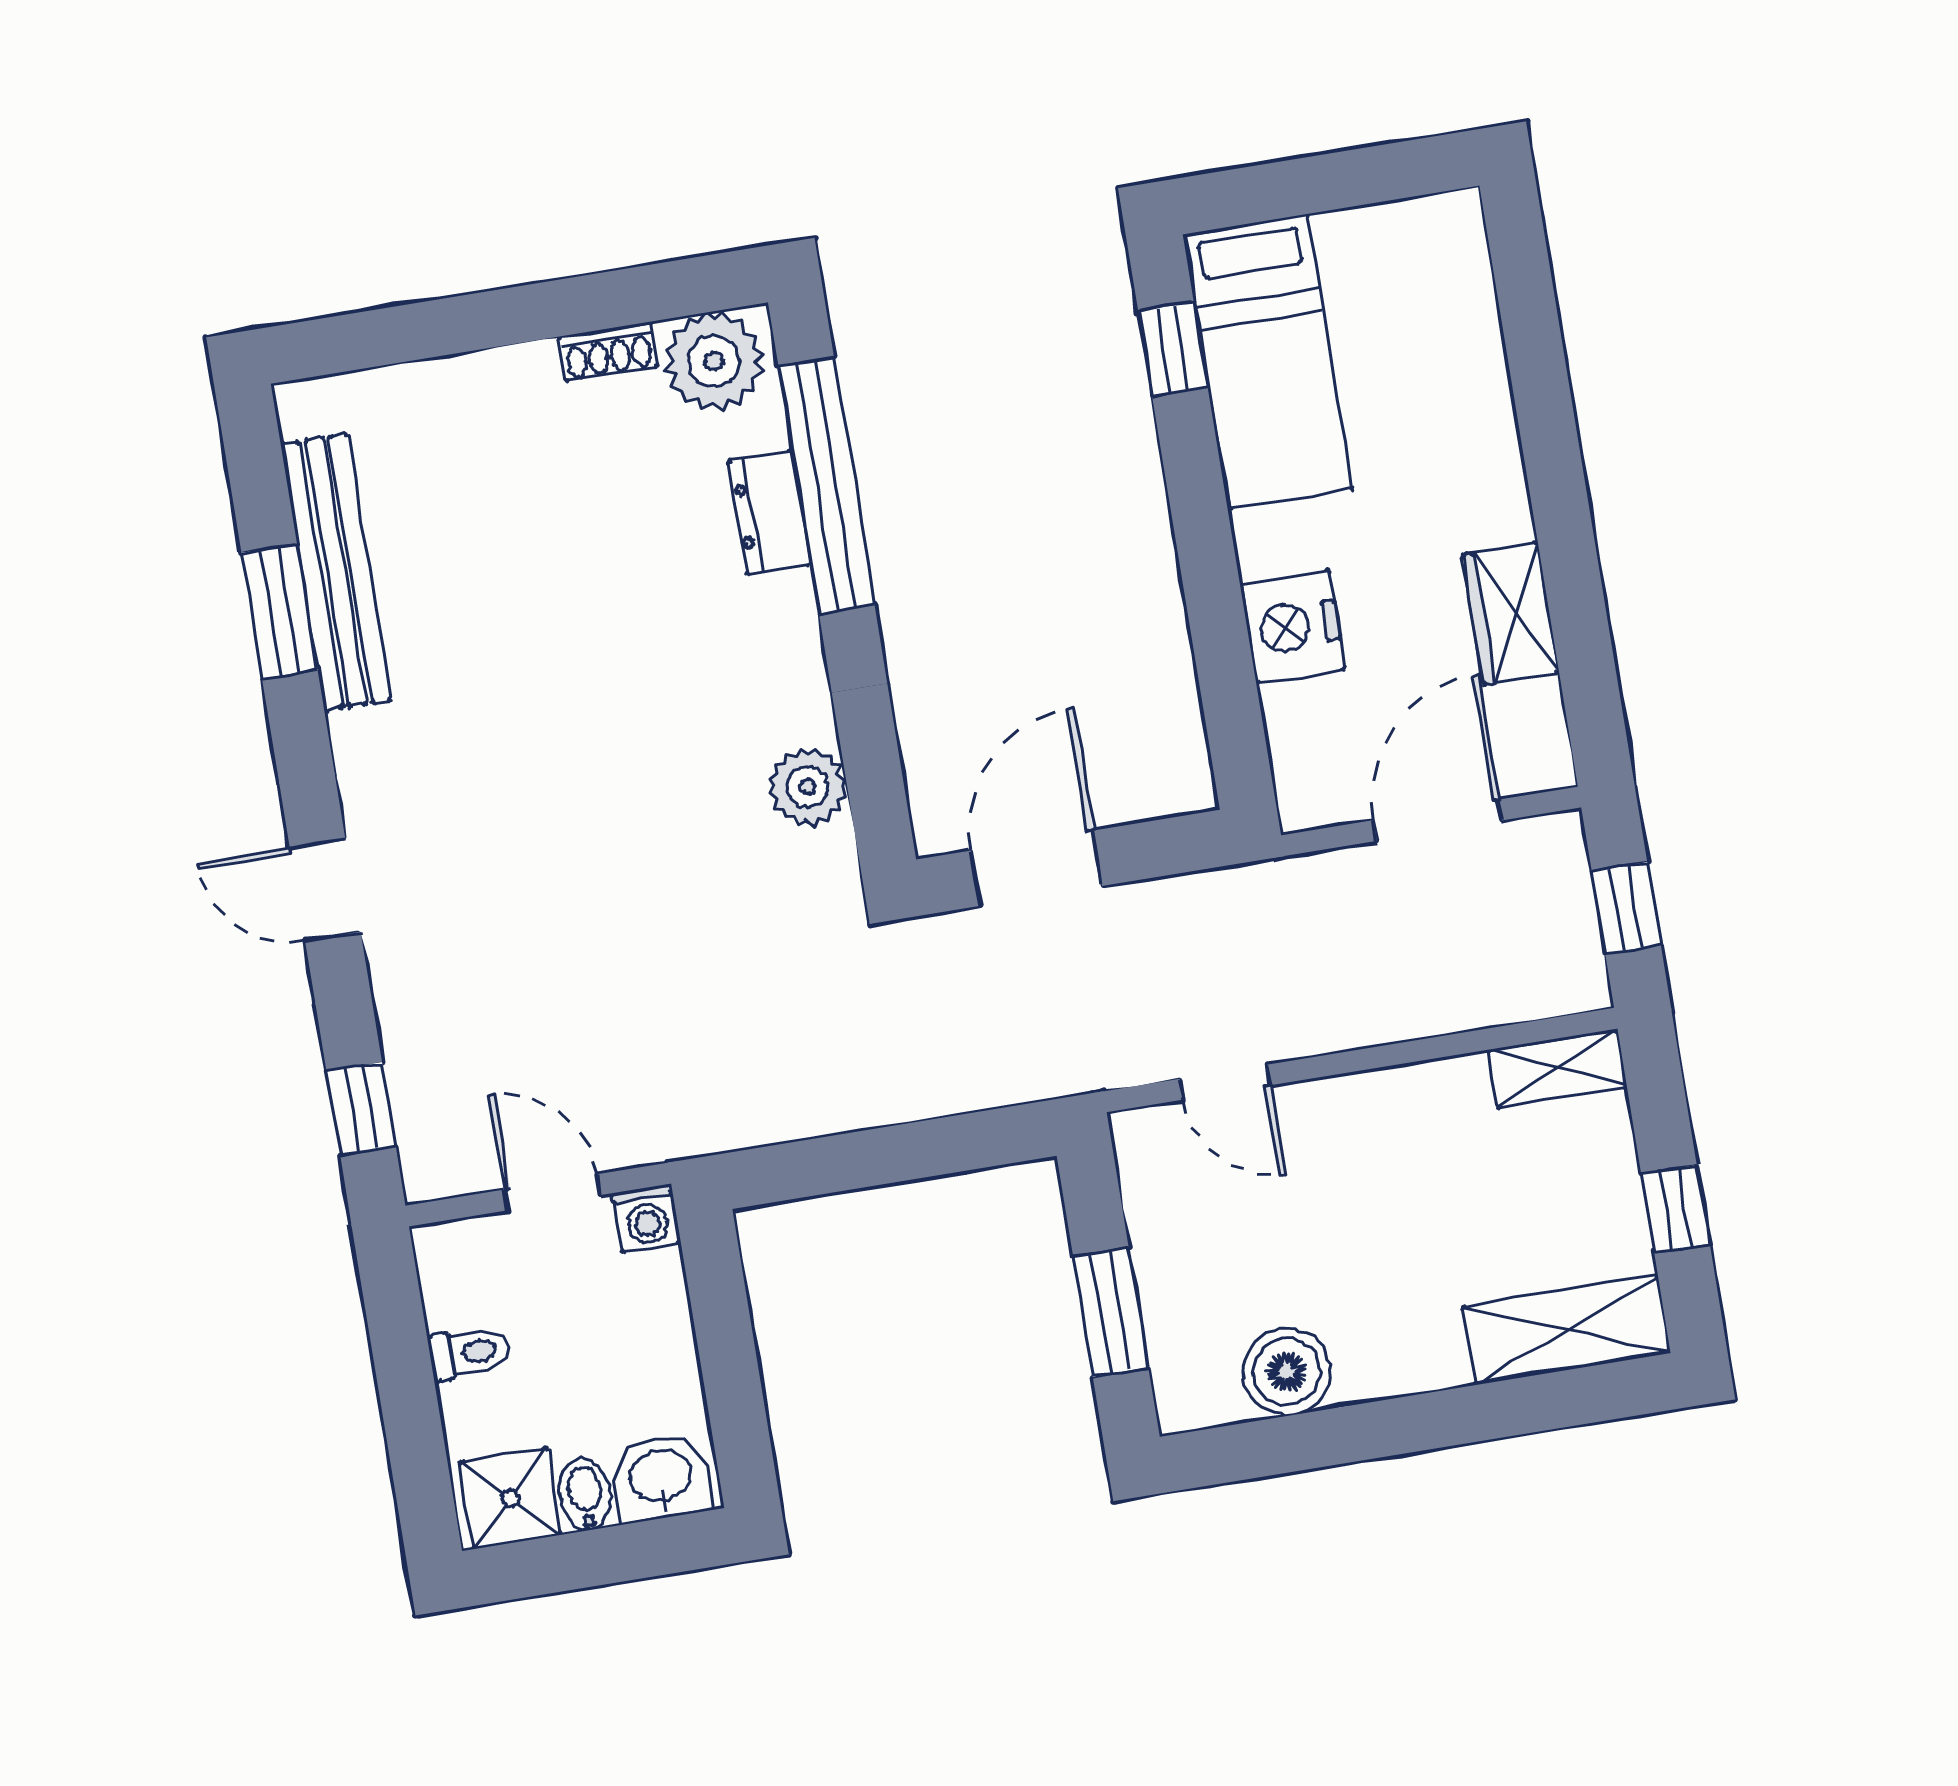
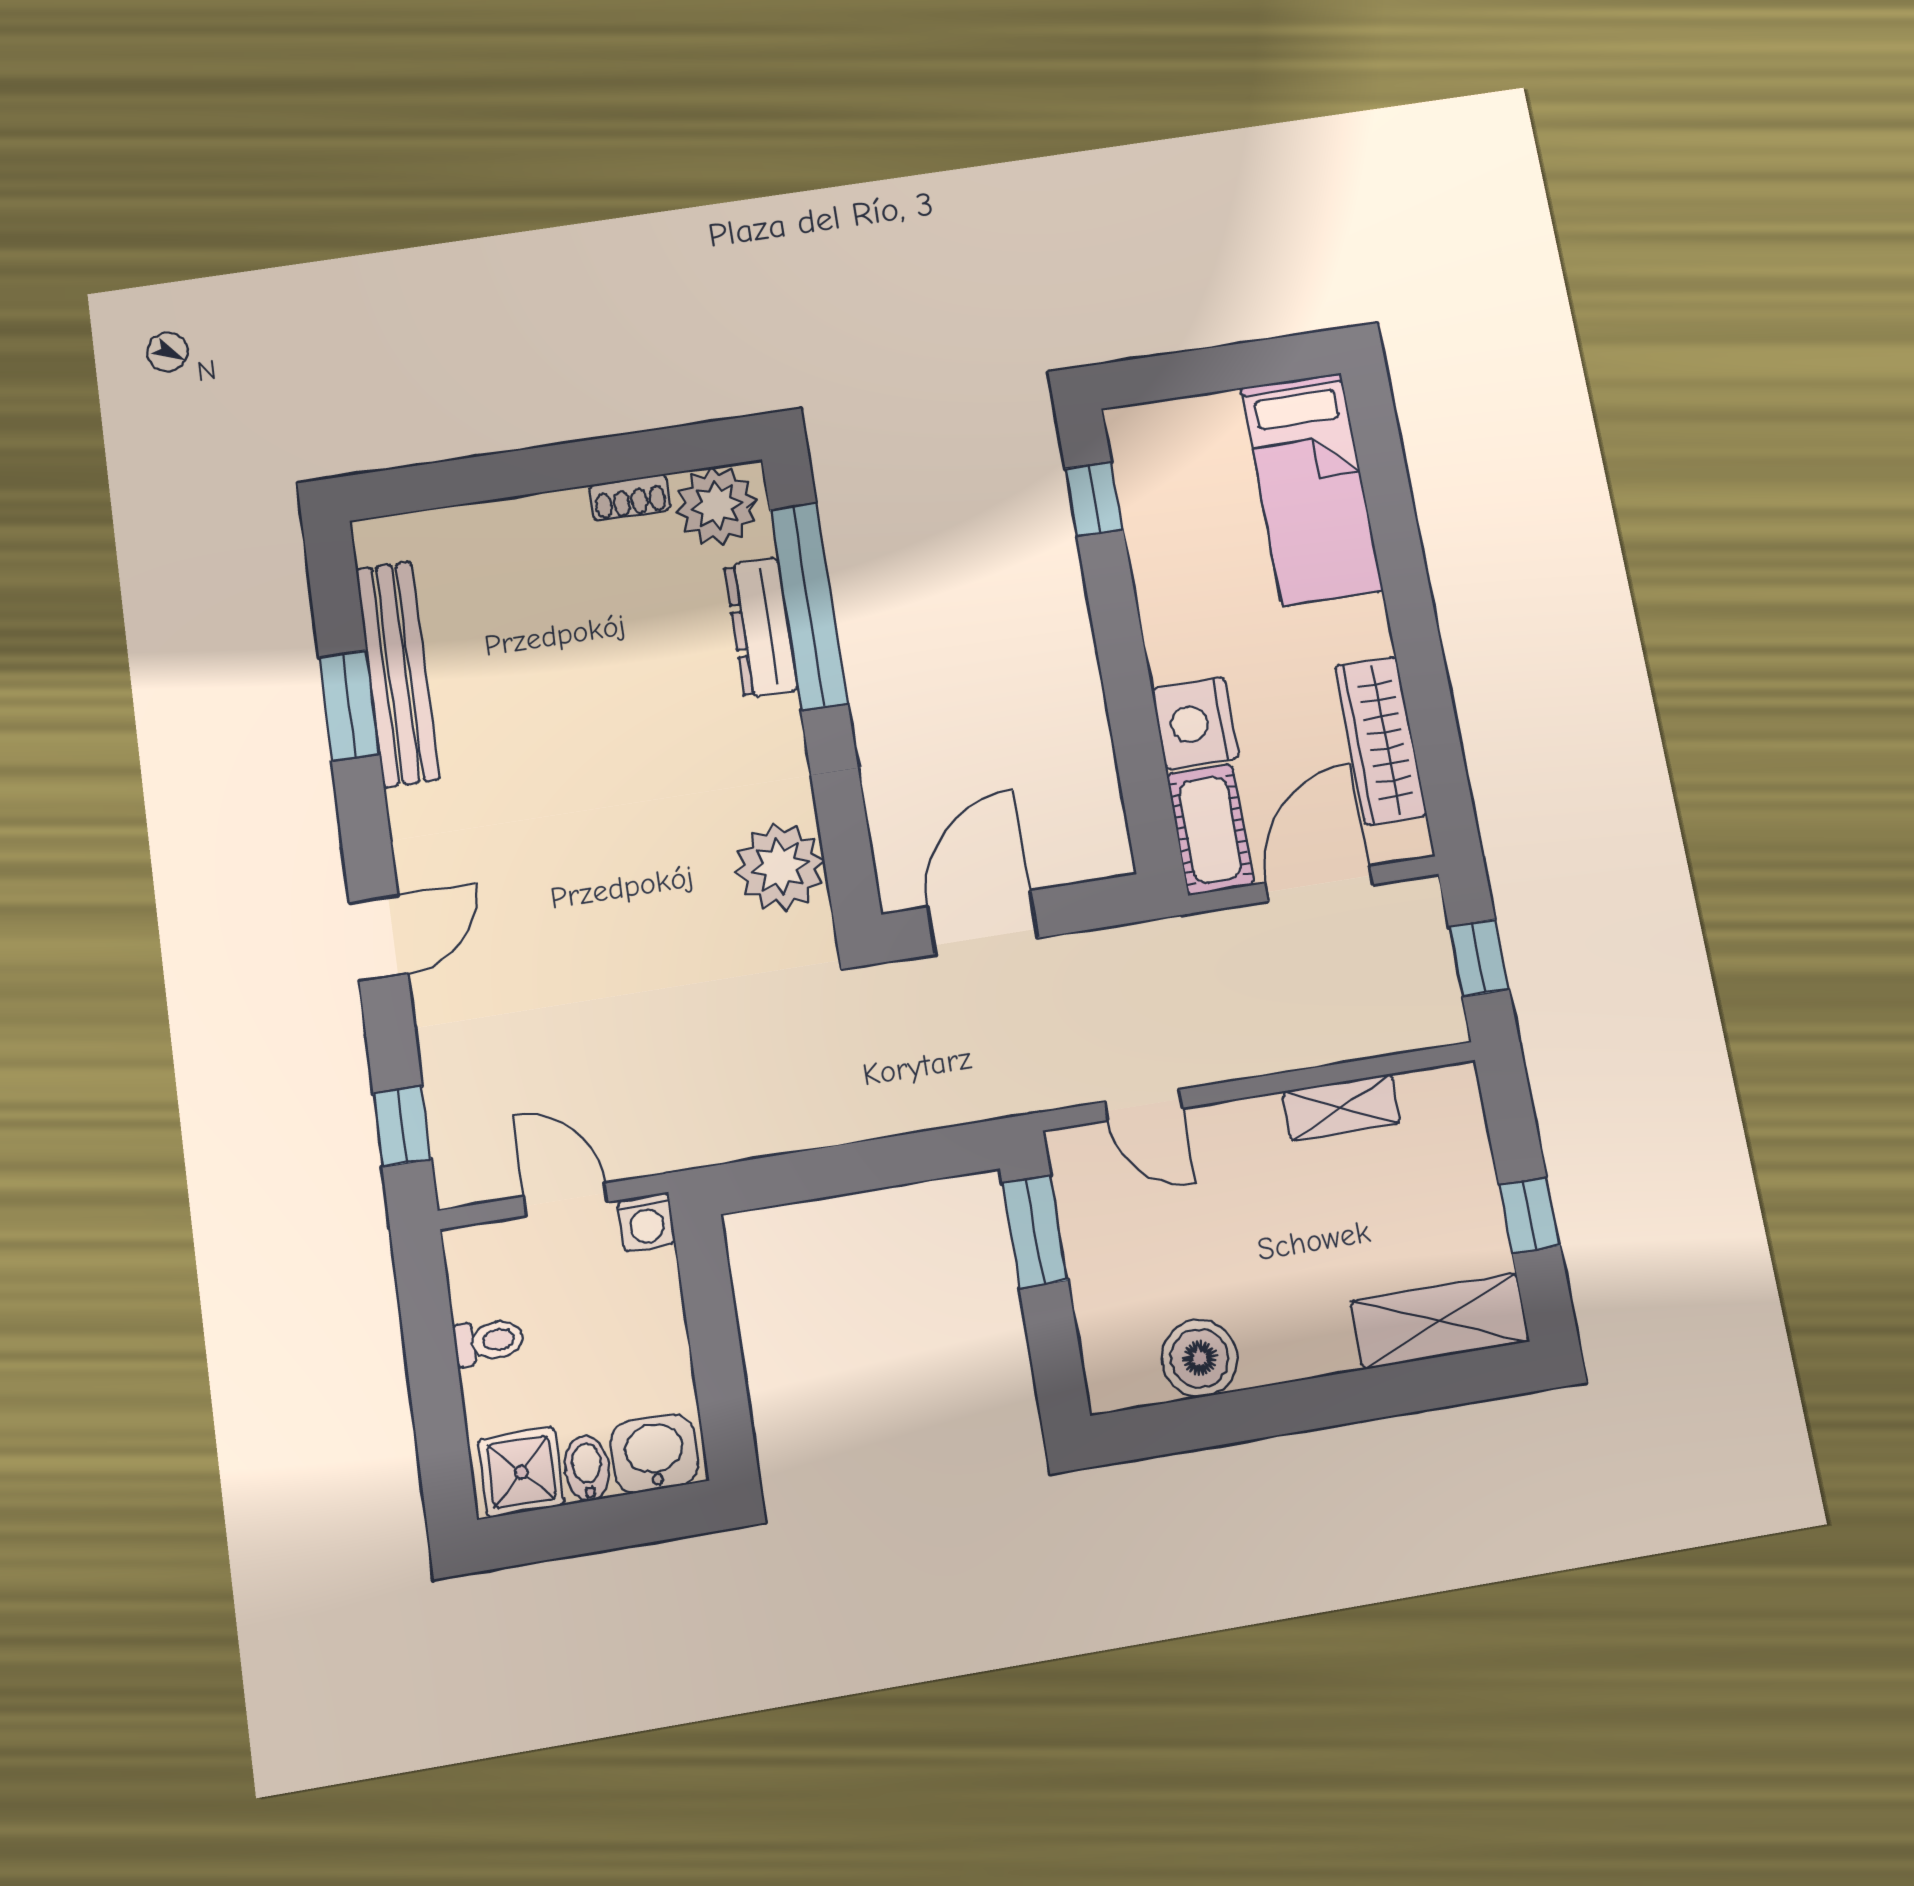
bed: (1268, 362) -> (1312, 489), moved
dresser: (769, 512) -> (761, 628), width x1.44
wardrobe: (1511, 614) -> (1381, 741), width x1.50
cot: (1309, 756) -> (1210, 830), added
plant: (808, 787) -> (780, 867), width x1.36, depth x1.36
door: (325, 890) -> (378, 938), swing flipped
shelving: (1558, 1068) -> (1341, 1107), moved
window: (1111, 1312) -> (1035, 1232), moved

